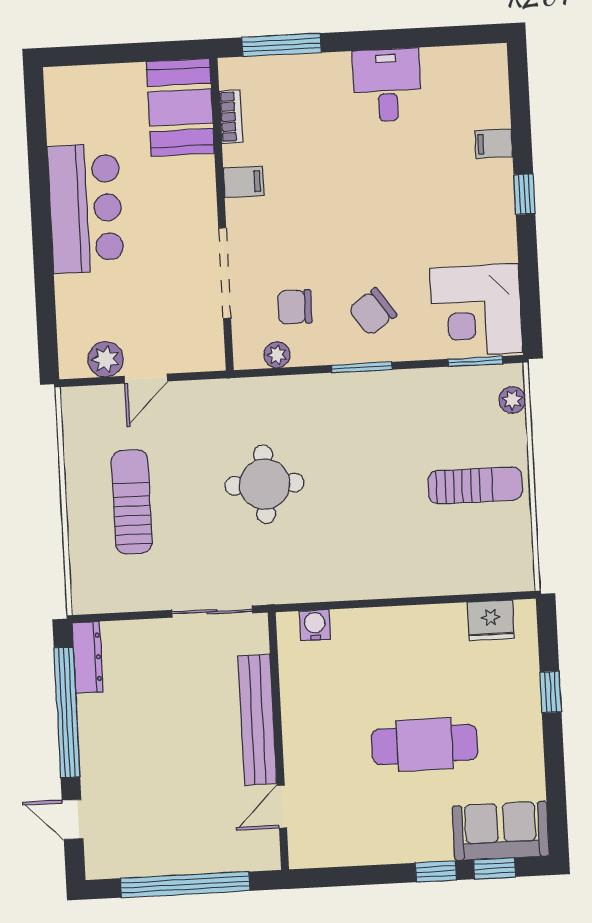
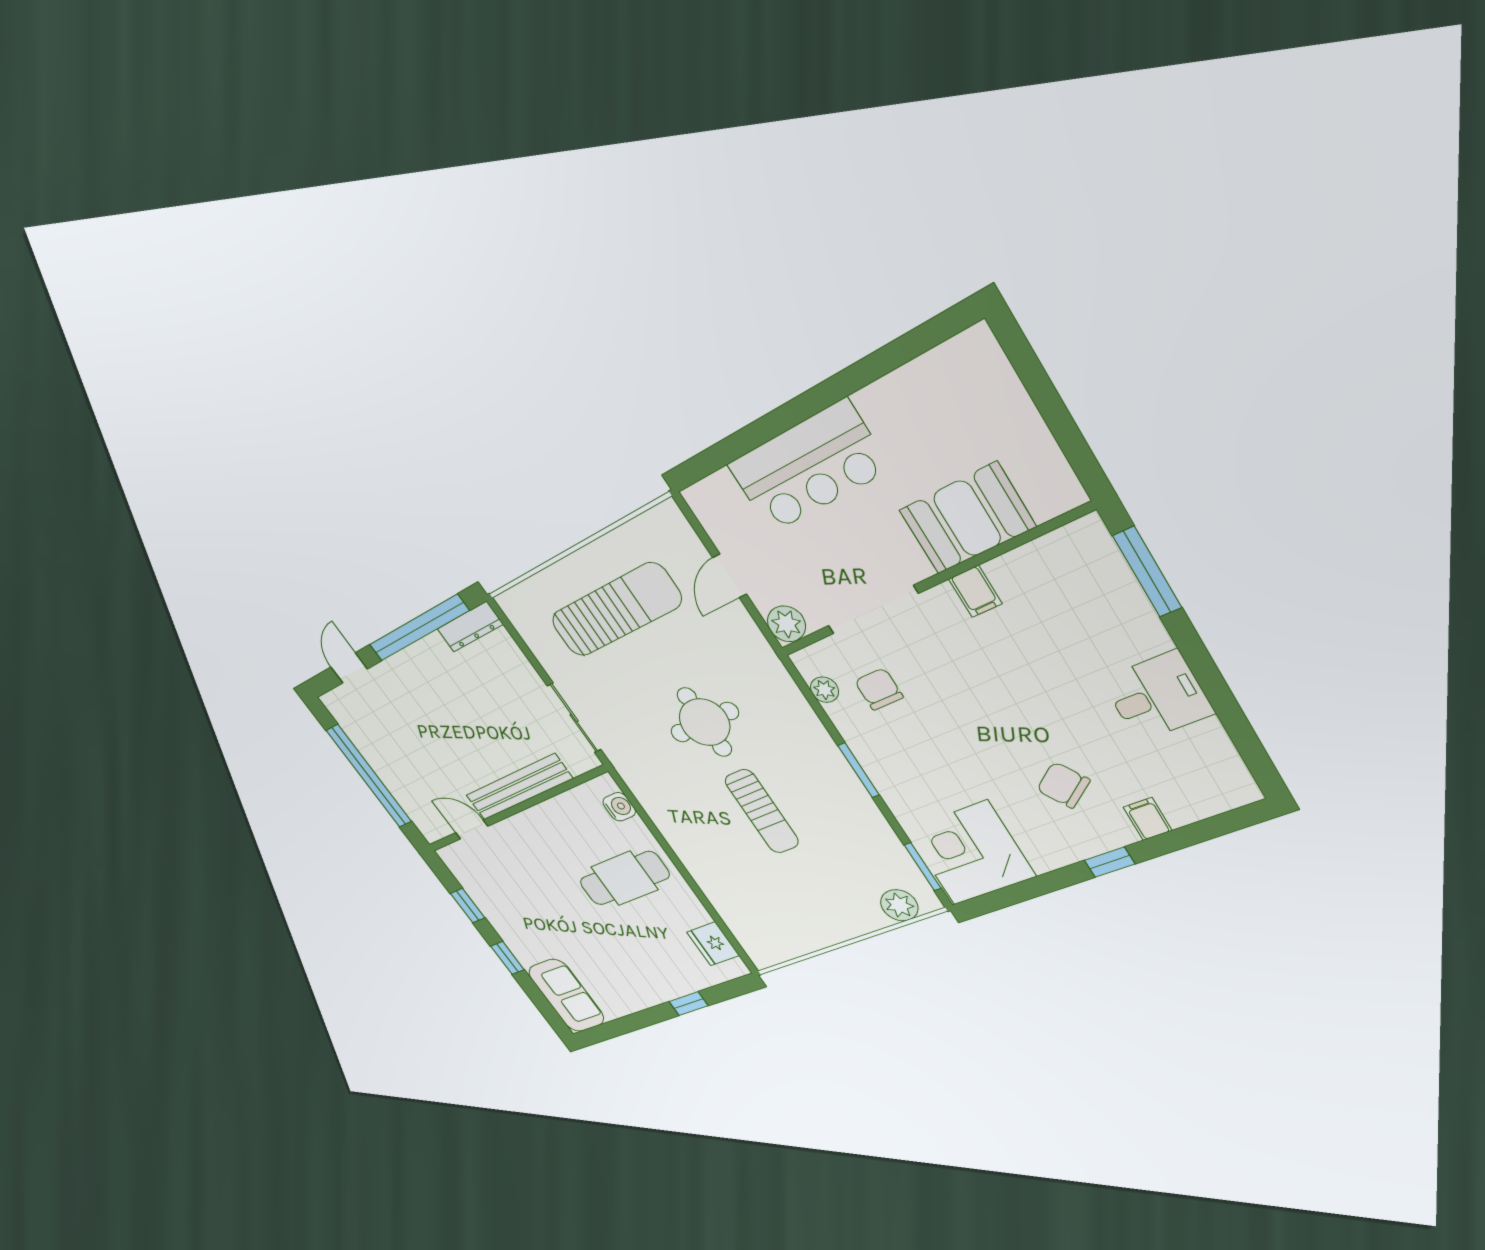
booth: (180, 107) -> (967, 518), moved
bookcase: (231, 117) -> (1038, 550), removed
bar counter: (86, 209) -> (808, 467), moved
chair: (373, 312) -> (1063, 785), moved
plant: (106, 359) -> (786, 624), moved
door: (146, 379) -> (730, 576), hinge flipped
plant: (512, 400) -> (899, 905), width x1.38, depth x1.38
sun lounger: (475, 485) -> (762, 811), moved
sun lounger: (132, 502) -> (616, 610), width x1.36, depth x1.34
cafe table: (425, 745) -> (624, 878), moved, turned 90
window: (495, 868) -> (468, 906), moved

